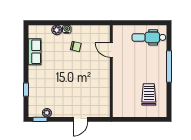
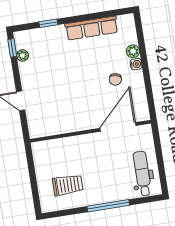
door: (111, 50) -> (118, 127), width x1.87
row of seats: (35, 52) -> (92, 28), width x1.48

